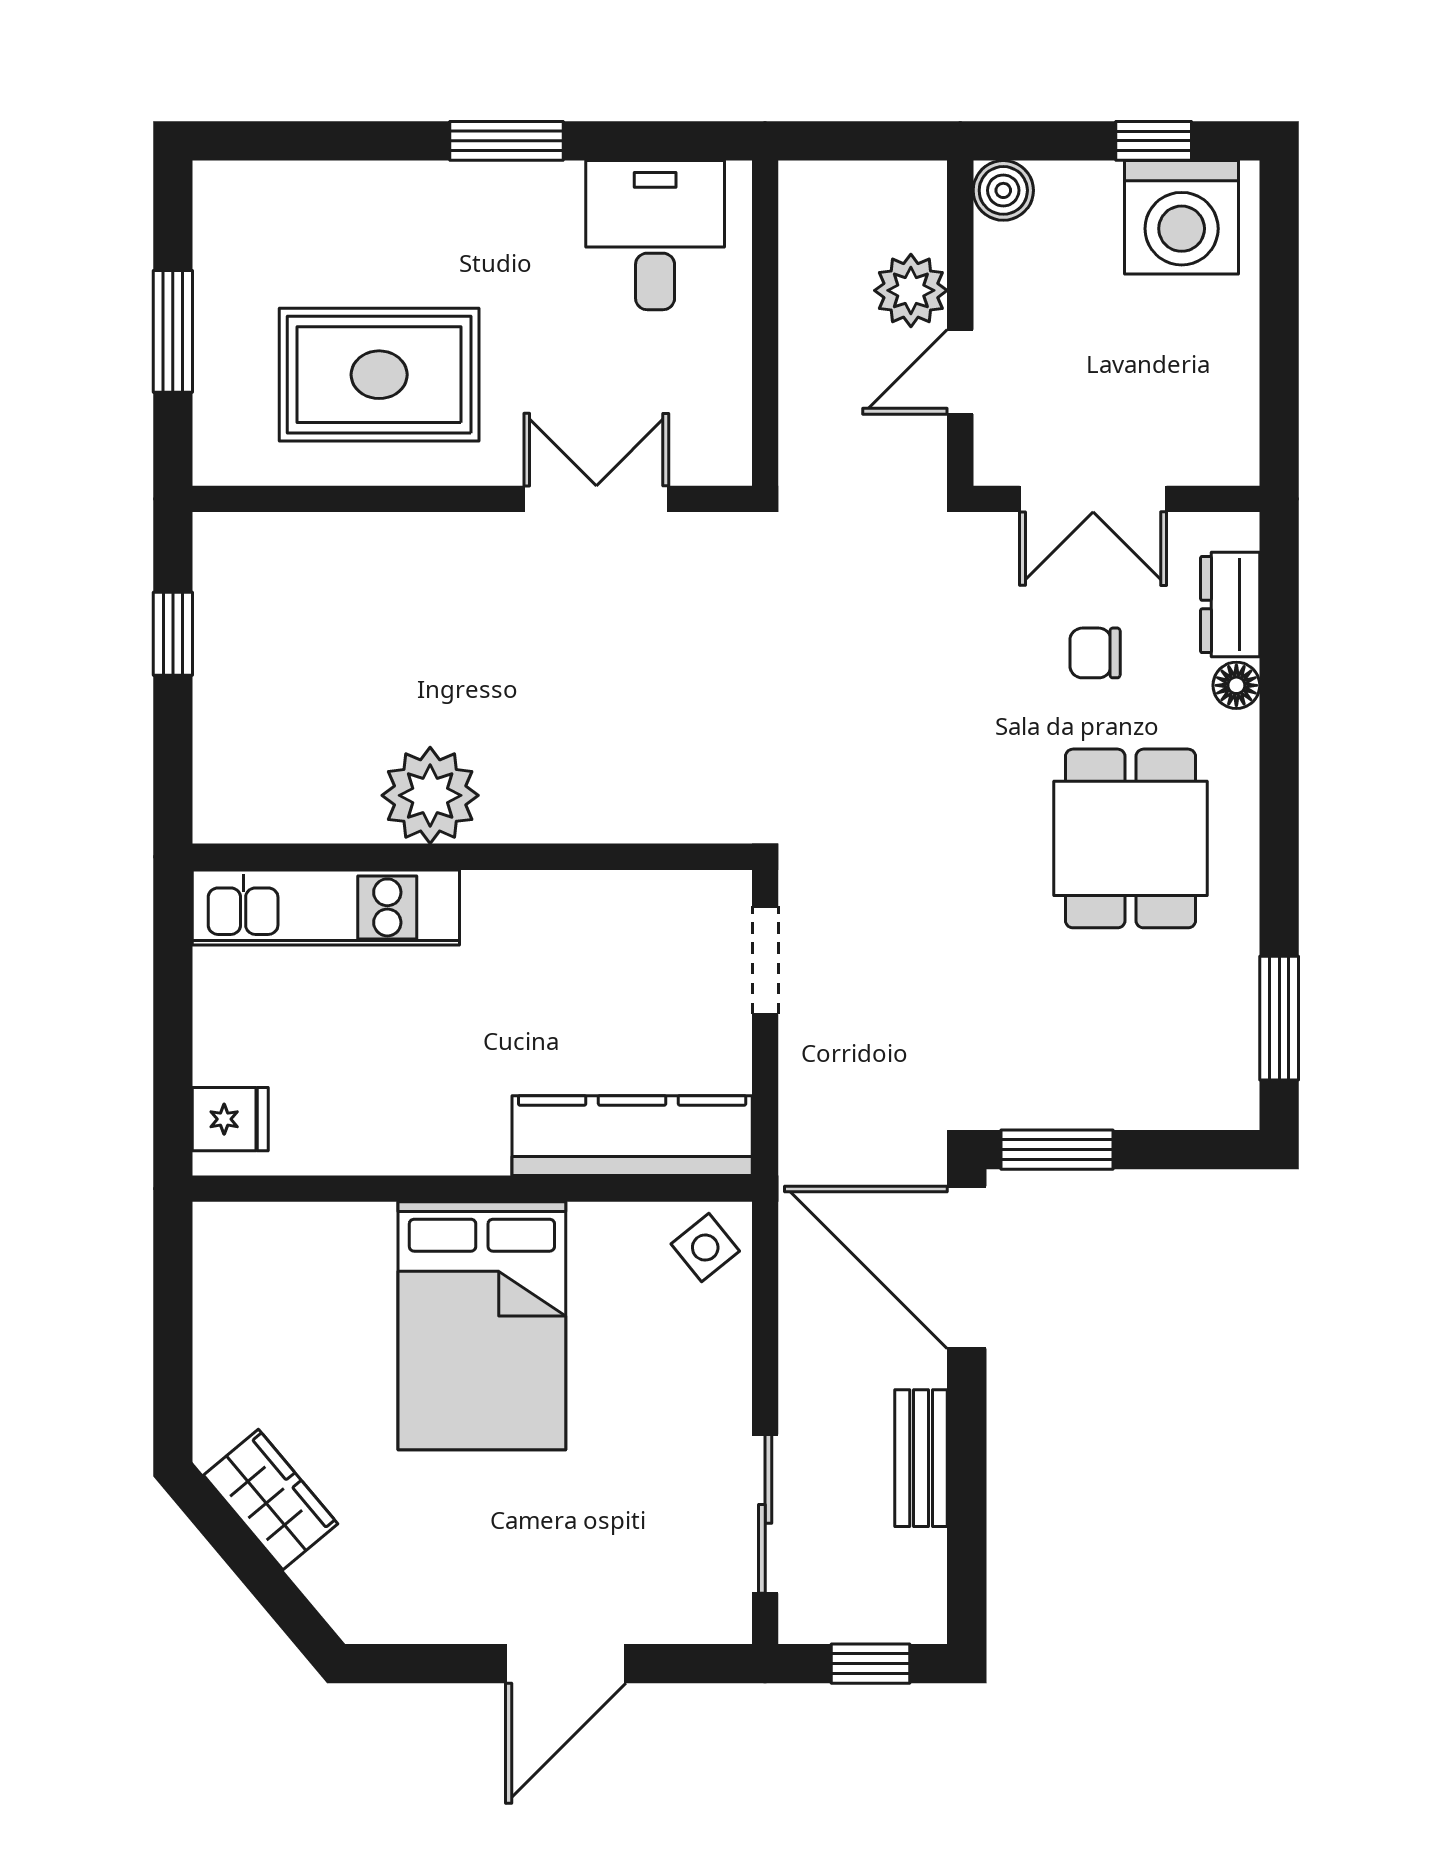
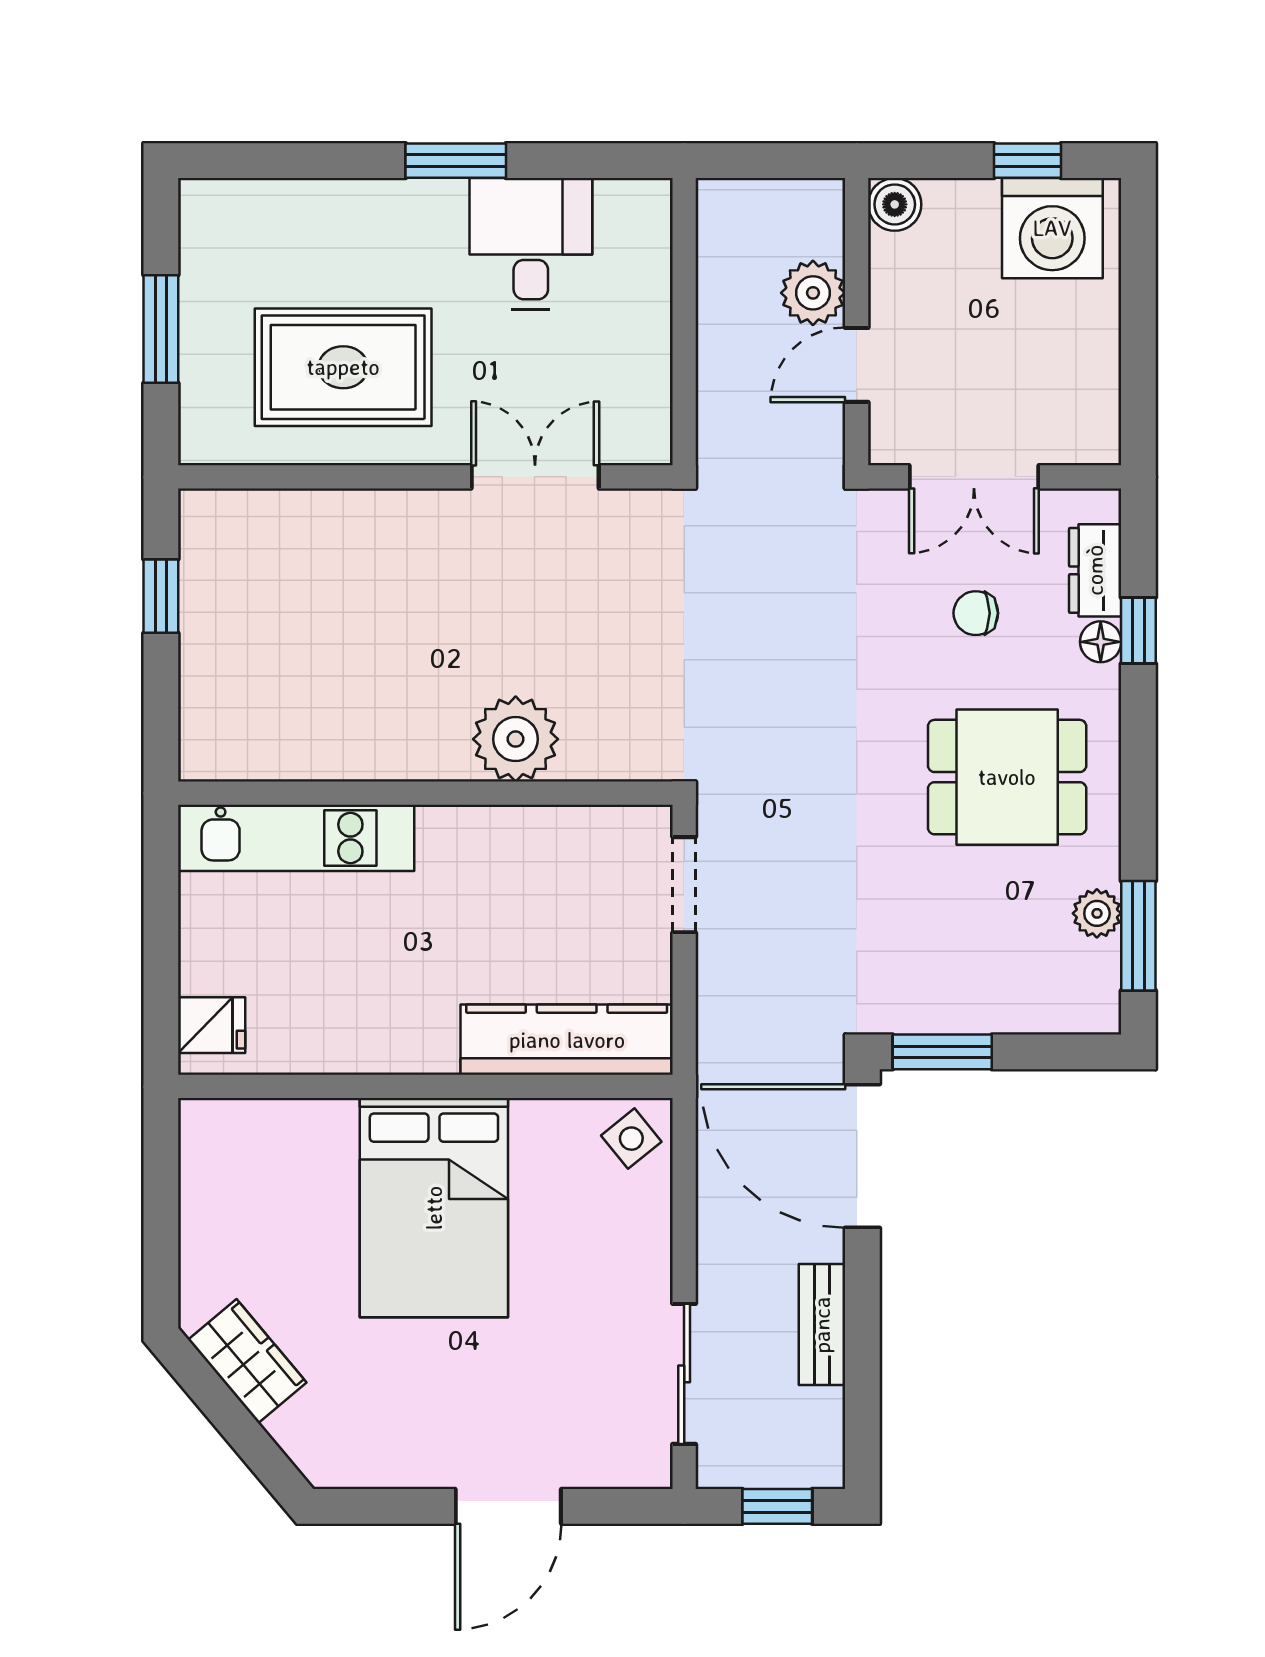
desk: (655, 235) -> (531, 244), moved
window: (1279, 673) -> (1138, 630), added
plant: (430, 795) -> (516, 739), moved
dining table: (1131, 838) -> (1007, 777), turned 90
plant: (1232, 993) -> (1097, 913), added

